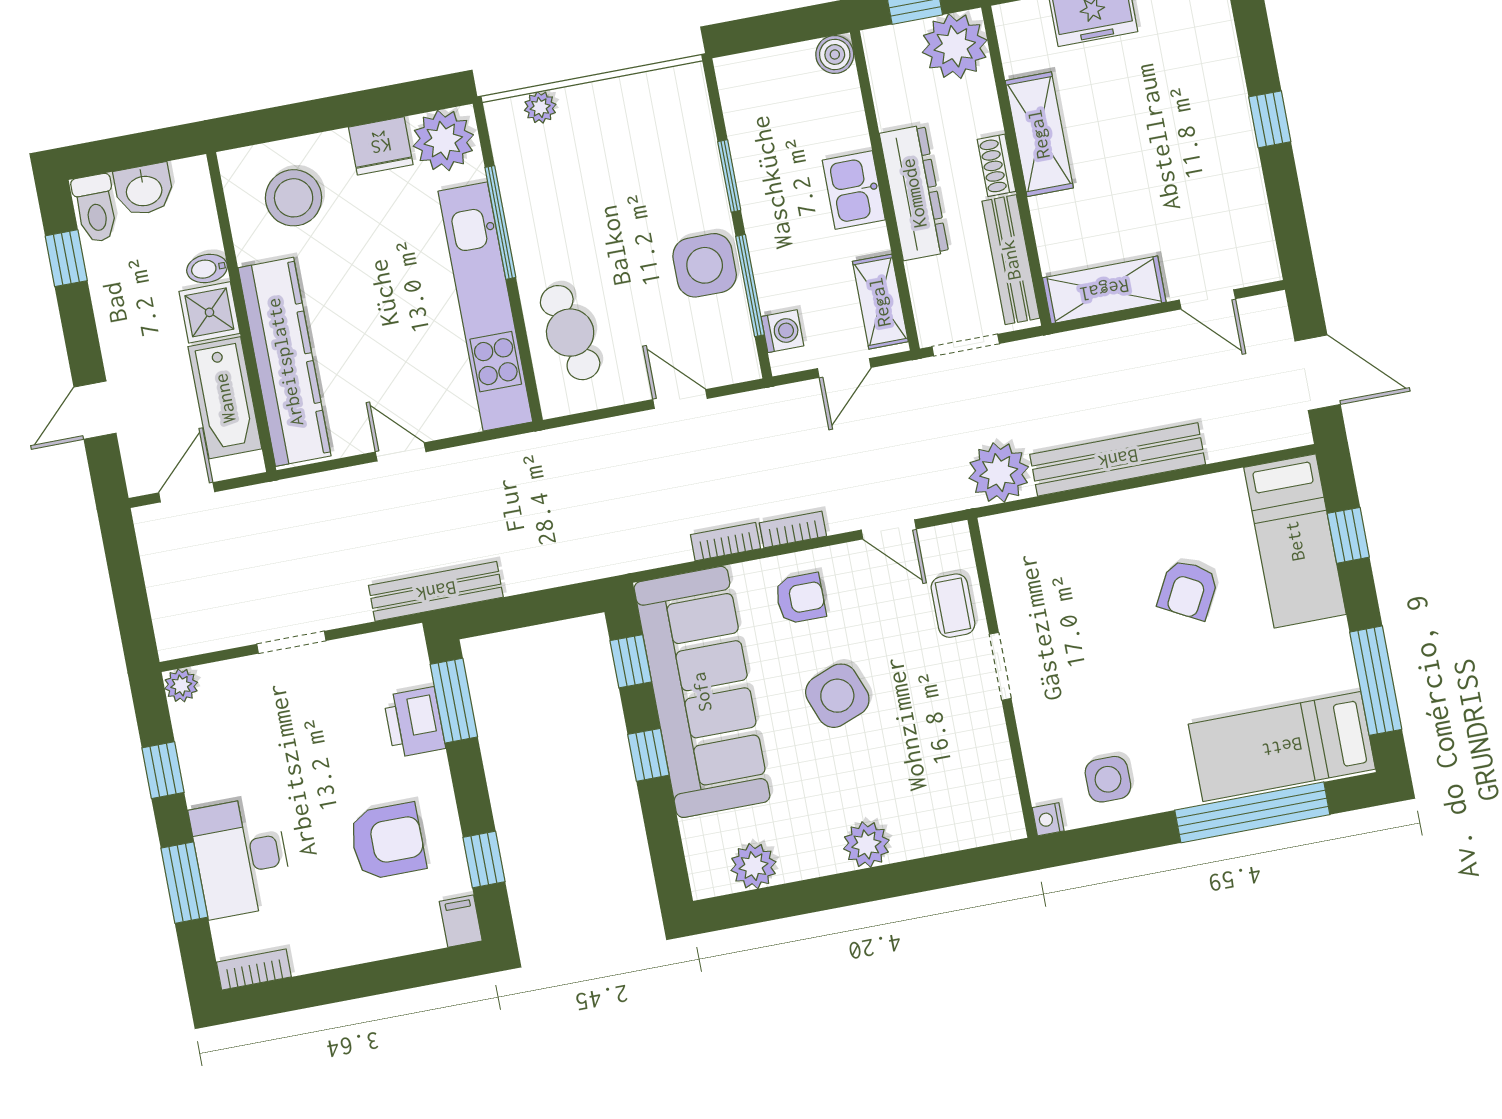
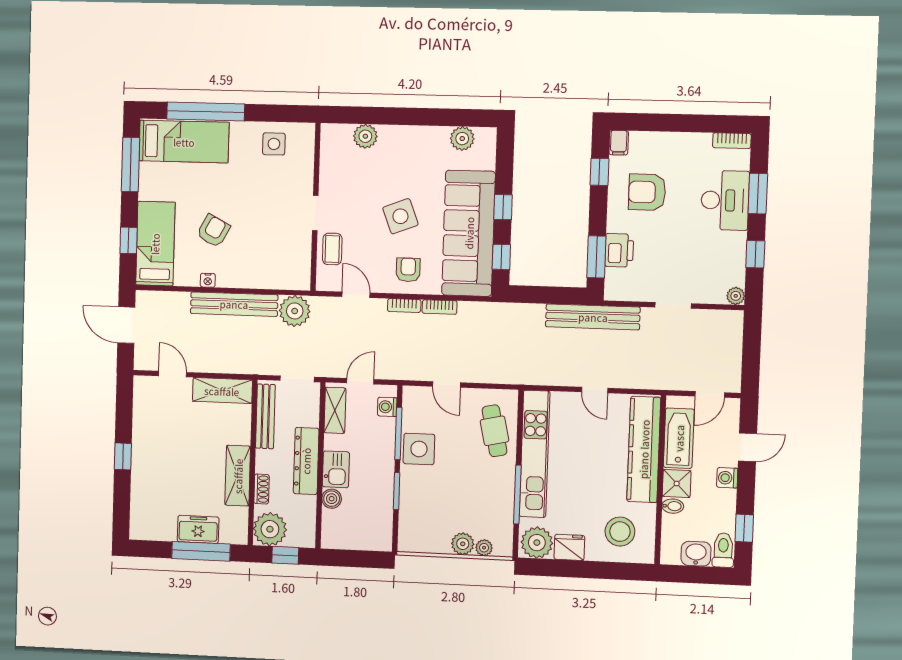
boiler: (835, 54) -> (332, 499), moved
plant: (582, 105) -> (463, 544), added
shoe rack: (996, 165) -> (261, 489), moved
washing machine: (119, 345) -> (727, 478), added
bench: (436, 591) -> (593, 317), width x1.37, depth x1.21
armchair: (800, 598) -> (408, 270), turned 90
nightstand: (1048, 819) -> (208, 280), moved, turned 90
plant: (866, 845) -> (365, 136), moved

